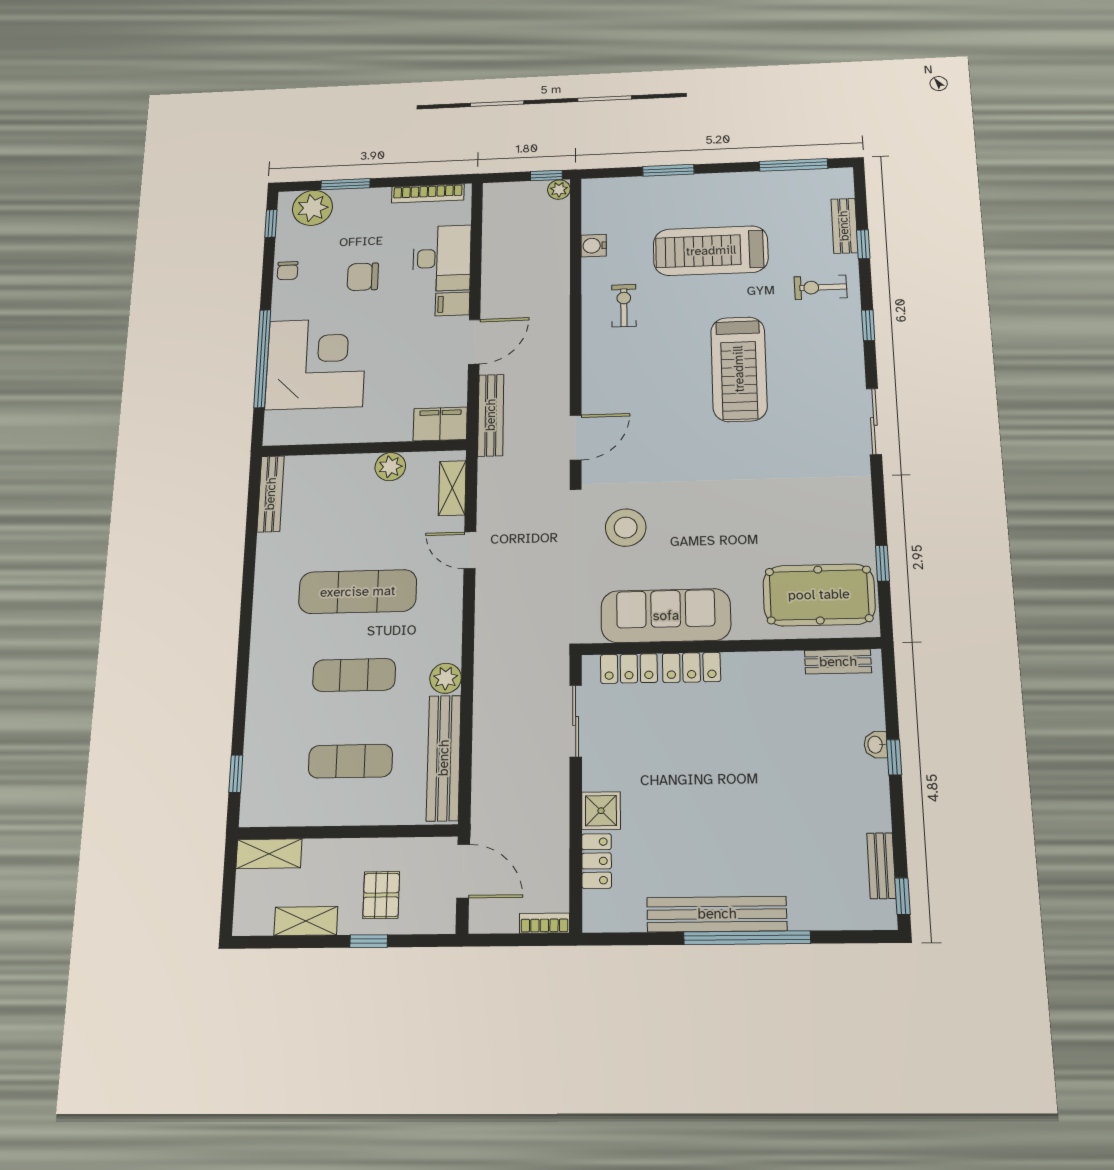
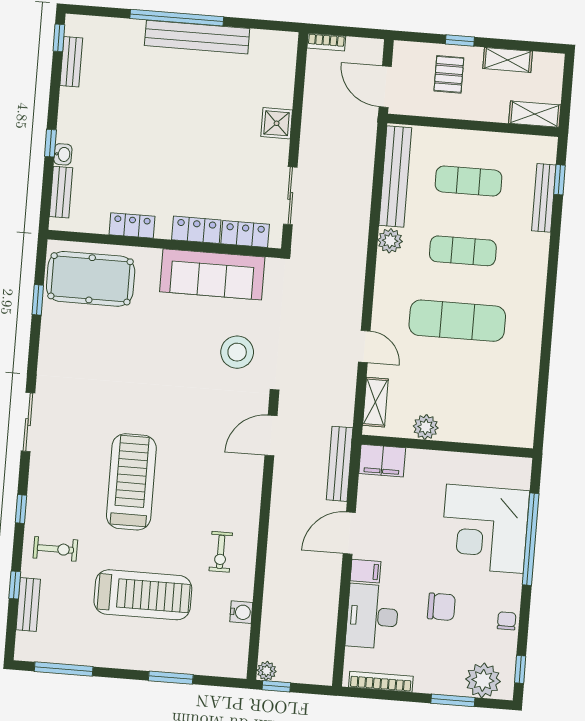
bench: (271, 494) -> (544, 198), moved
bench: (838, 662) -> (61, 192), moved, turned 90
locker: (597, 861) -> (132, 225), moved, turned 90

